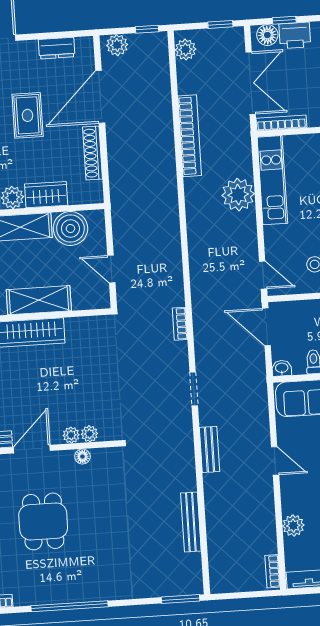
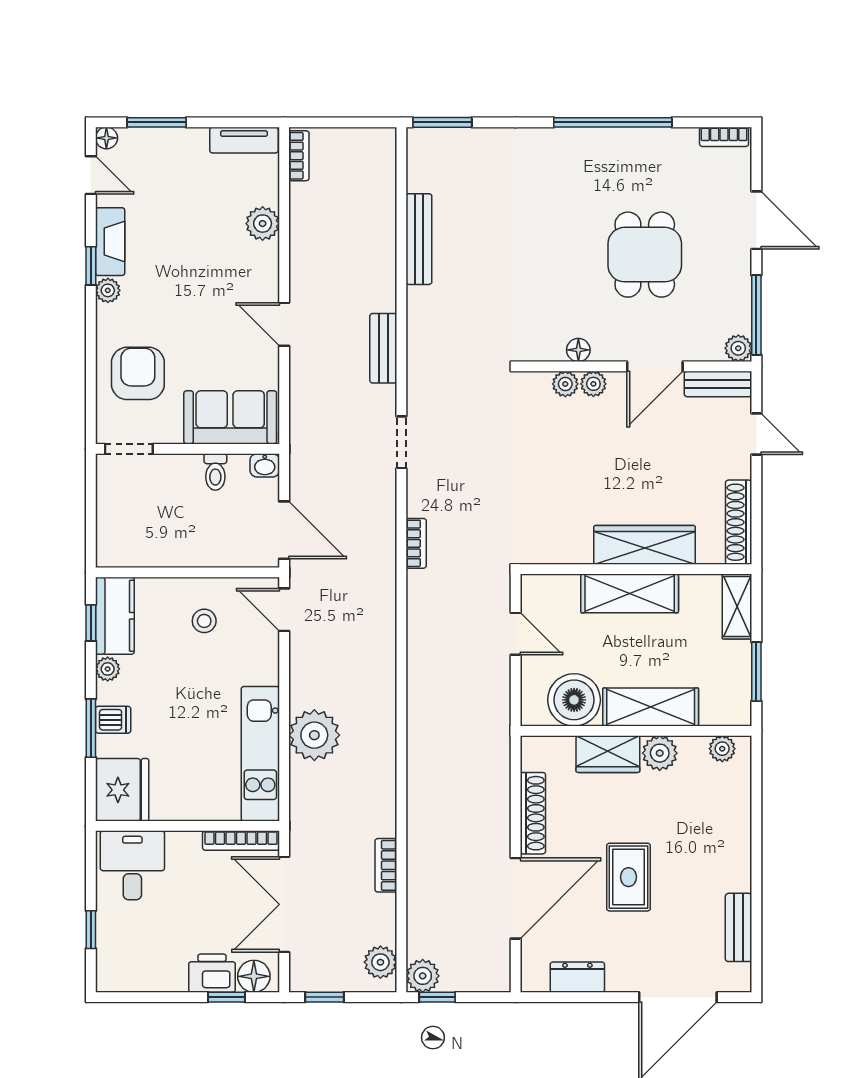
plant: (117, 45) -> (423, 976), moved
bookcase: (190, 136) -> (386, 865), width x0.43, depth x0.76

